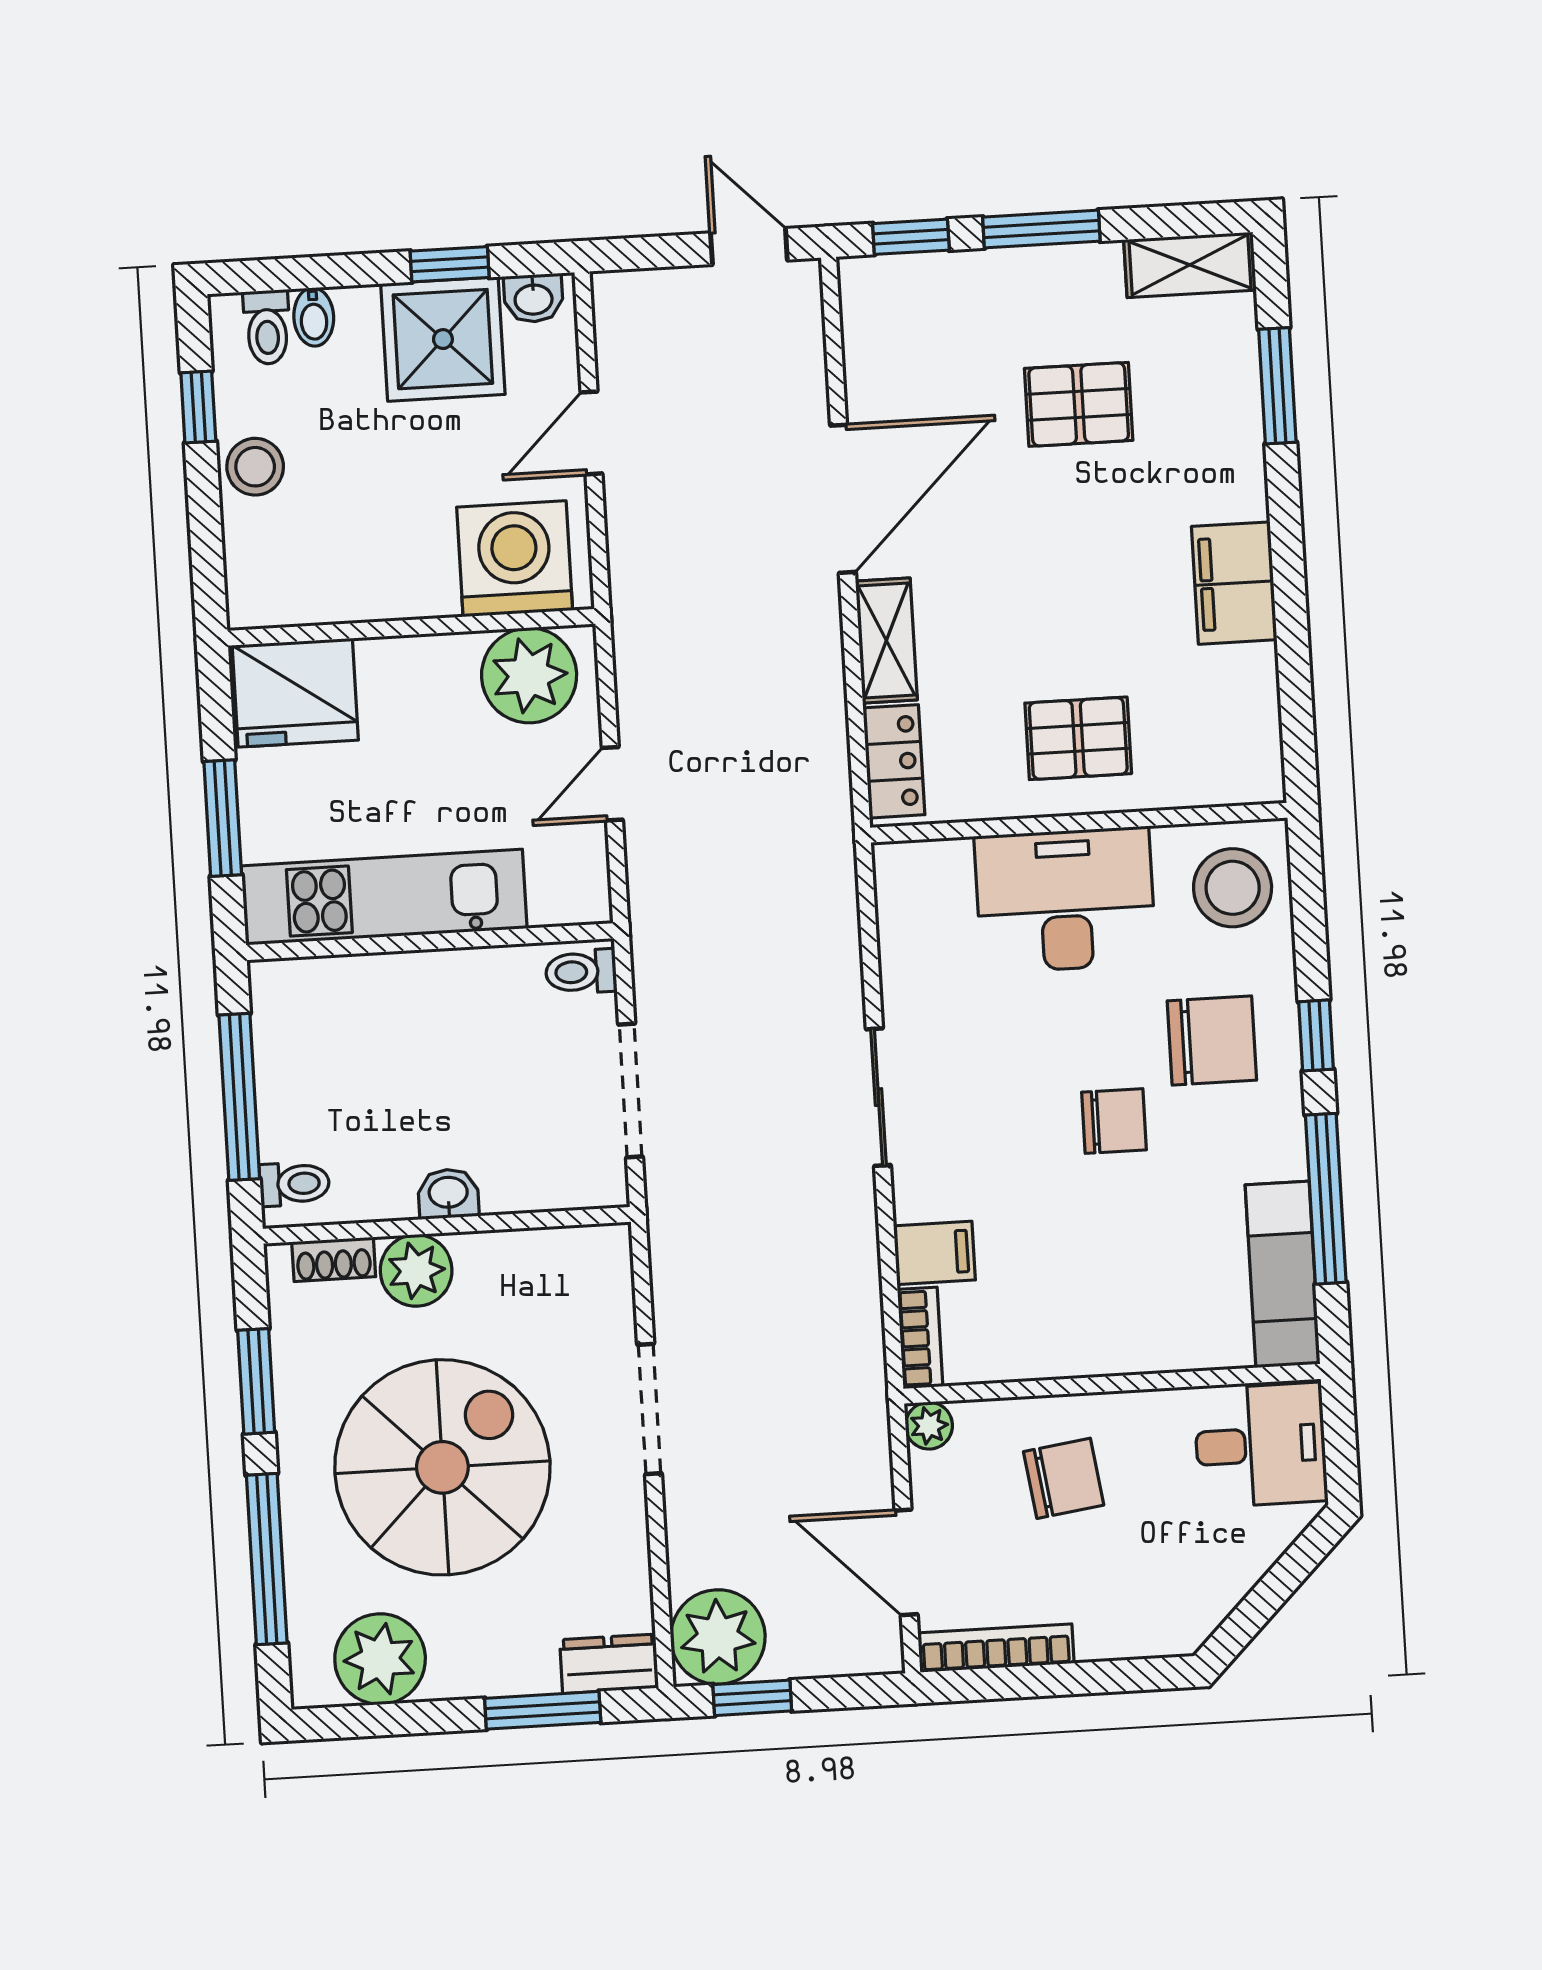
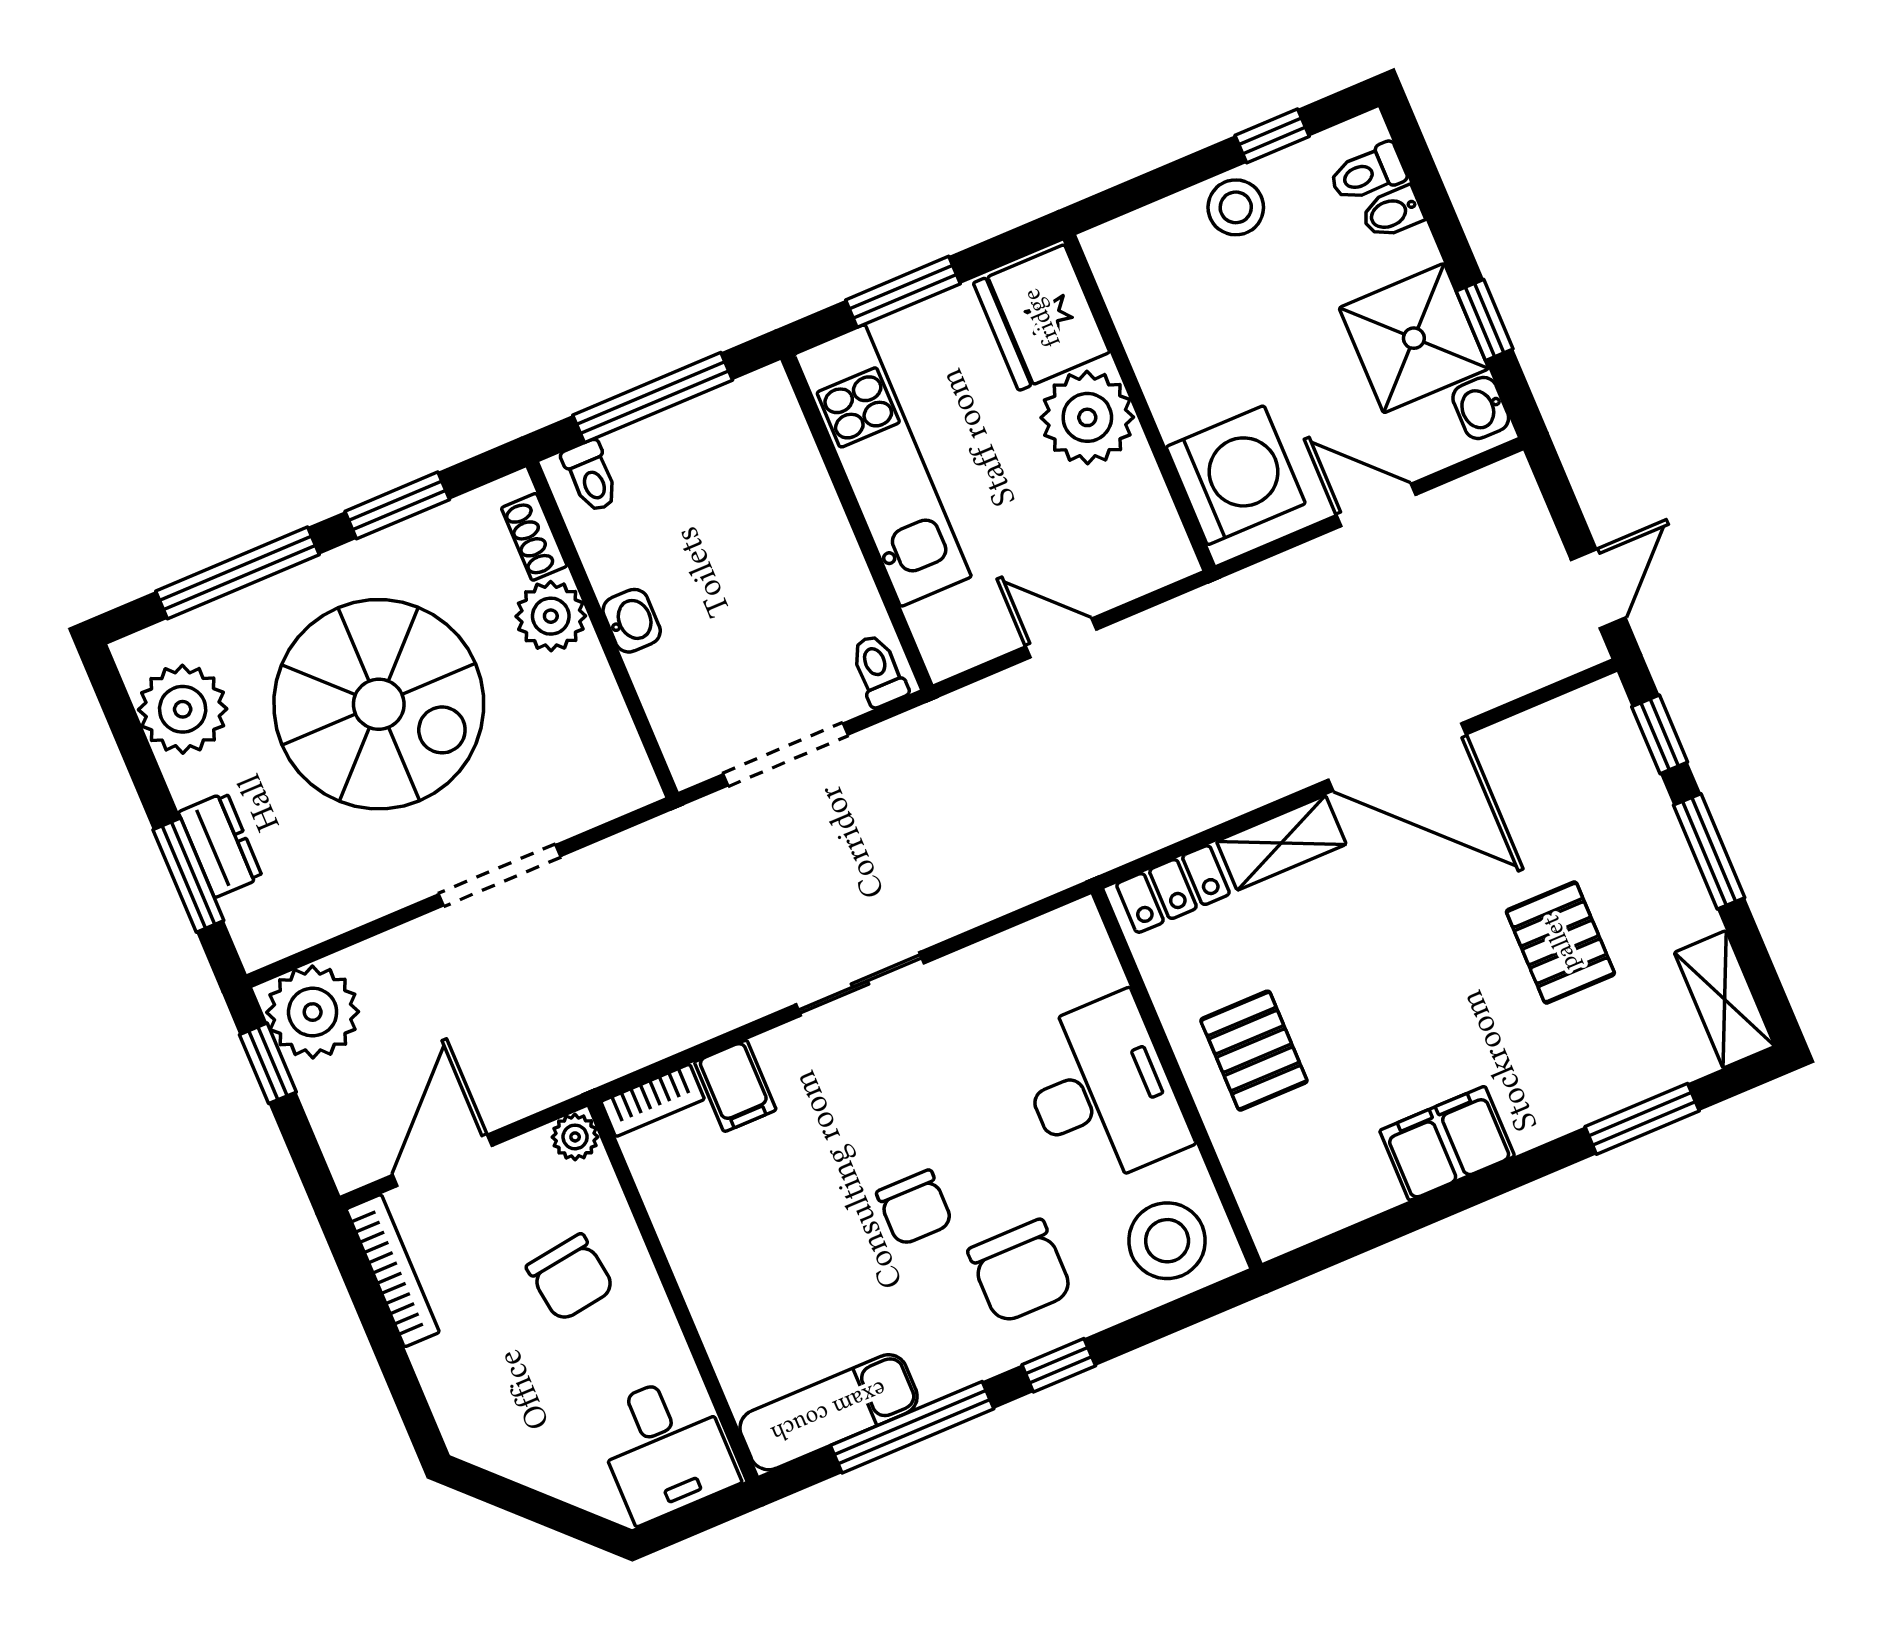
plant: (529, 675) -> (1087, 417), moved
dresser: (609, 1664) -> (221, 845), moved

